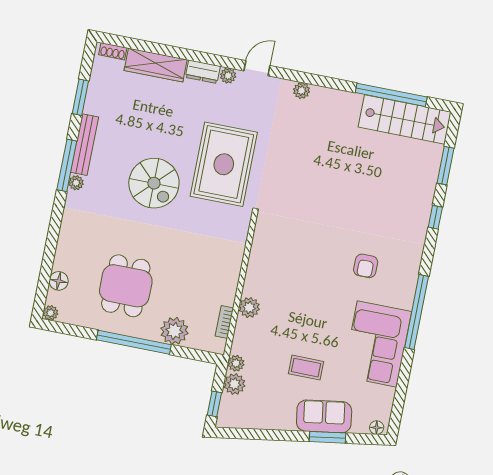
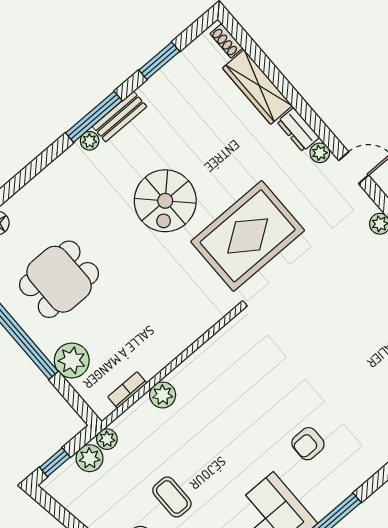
bench: (85, 145) -> (120, 117), width x0.73

